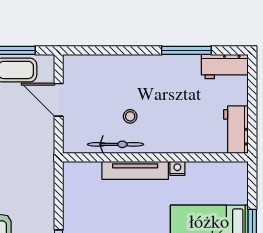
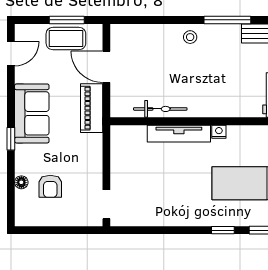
stool: (130, 116) -> (190, 37), moved
piano: (43, 143) -> (92, 108), added

